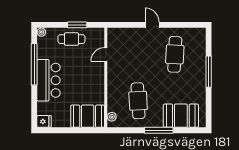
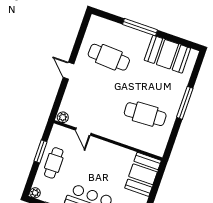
door: (152, 25) -> (69, 71), hinge flipped
booth: (181, 116) -> (167, 54), moved, turned 90
plant: (112, 117) -> (63, 117), moved

